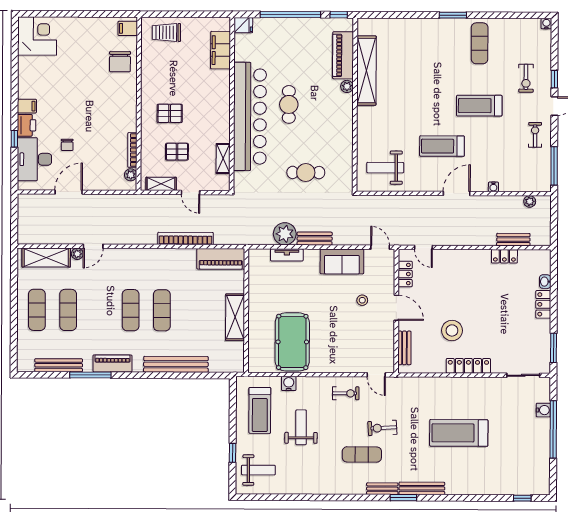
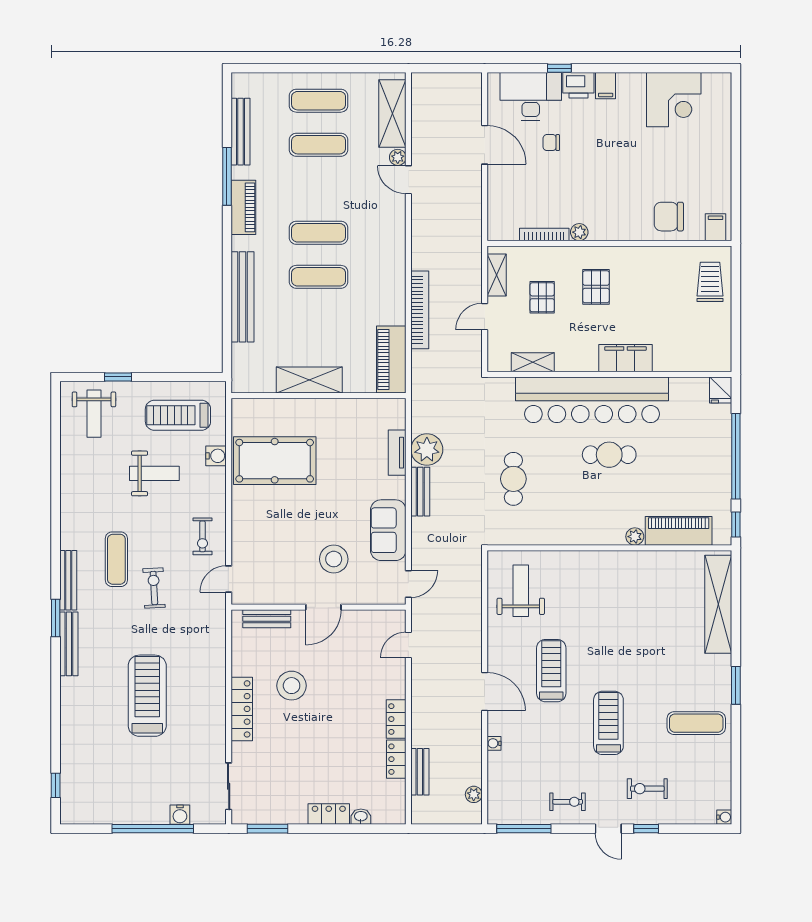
corner desk: (37, 36) -> (674, 100), moved
filing cabinet: (221, 50) -> (625, 358), moved
shelving: (366, 71) -> (718, 604), moved, turned 90
plant: (131, 175) -> (579, 232), moved
locker: (405, 274) -> (396, 719), moved, turned 90
stool: (362, 300) -> (334, 559), width x1.89, depth x1.89
bench: (382, 489) -> (68, 580), width x1.36

